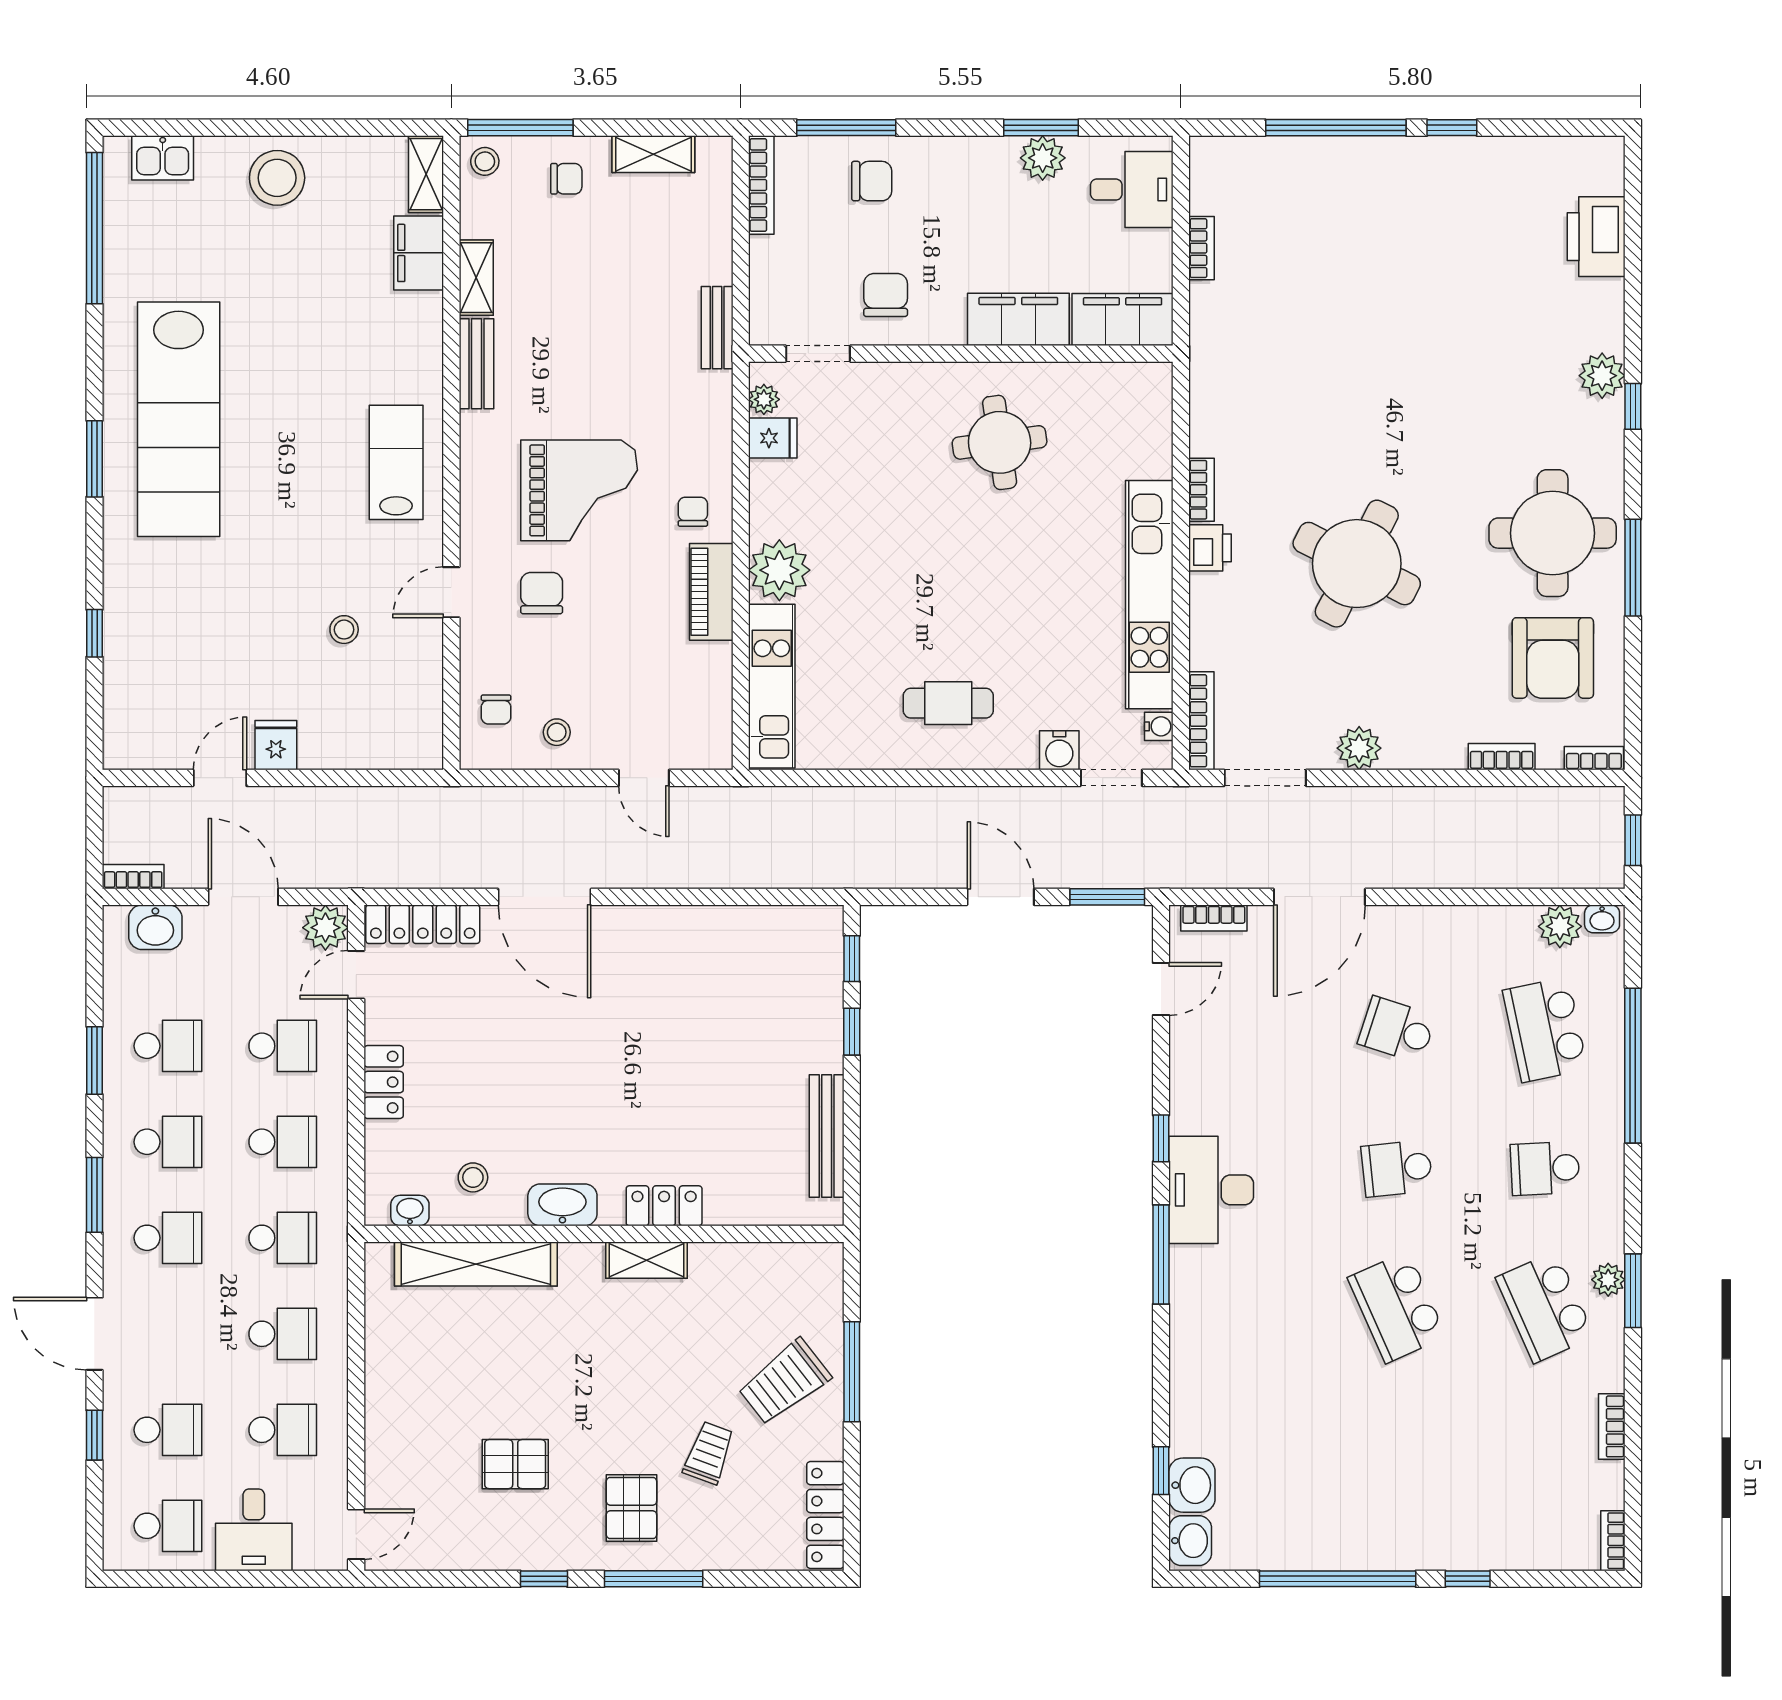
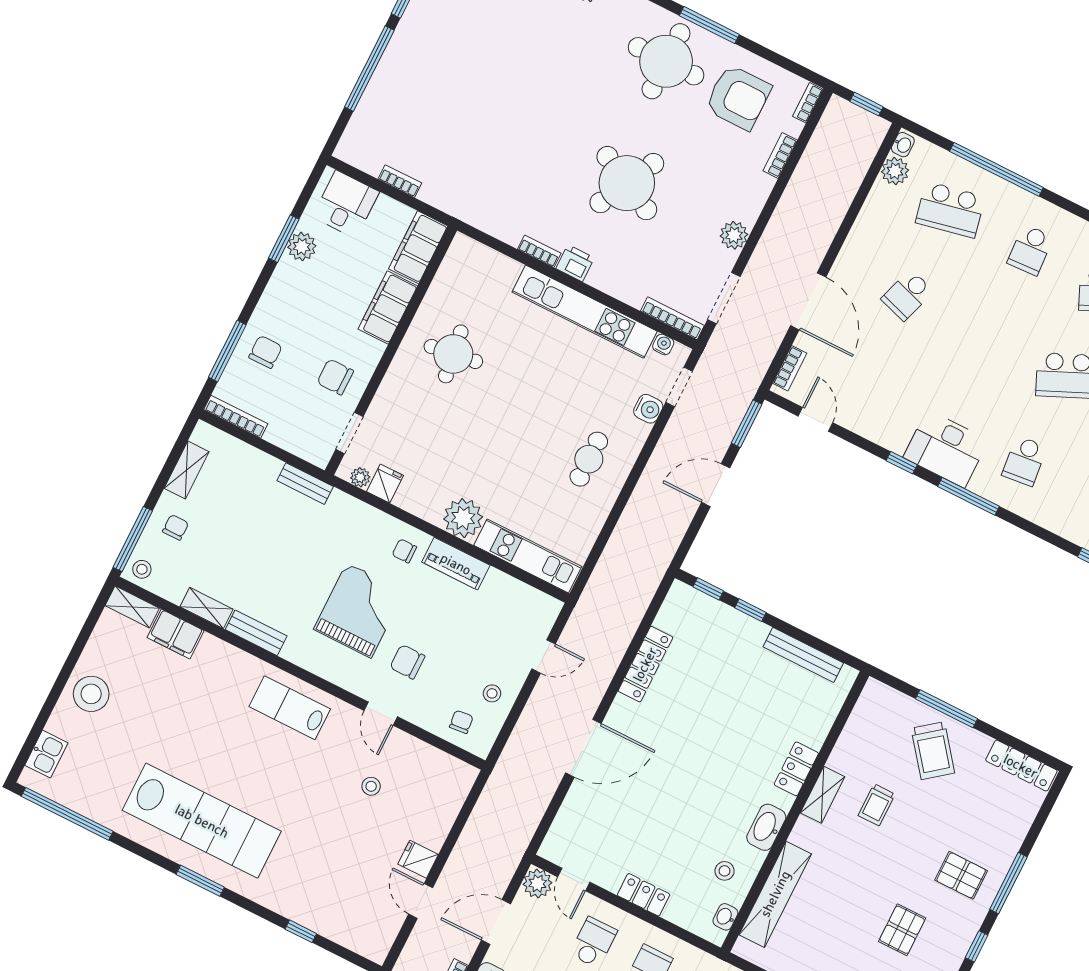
chair: (496, 709) -> (461, 722), turned -96
locker: (423, 924) -> (645, 664), moved
school desk: (1397, 1168) -> (1024, 461), moved
trolley: (709, 1453) -> (877, 805), moved, turned -110

